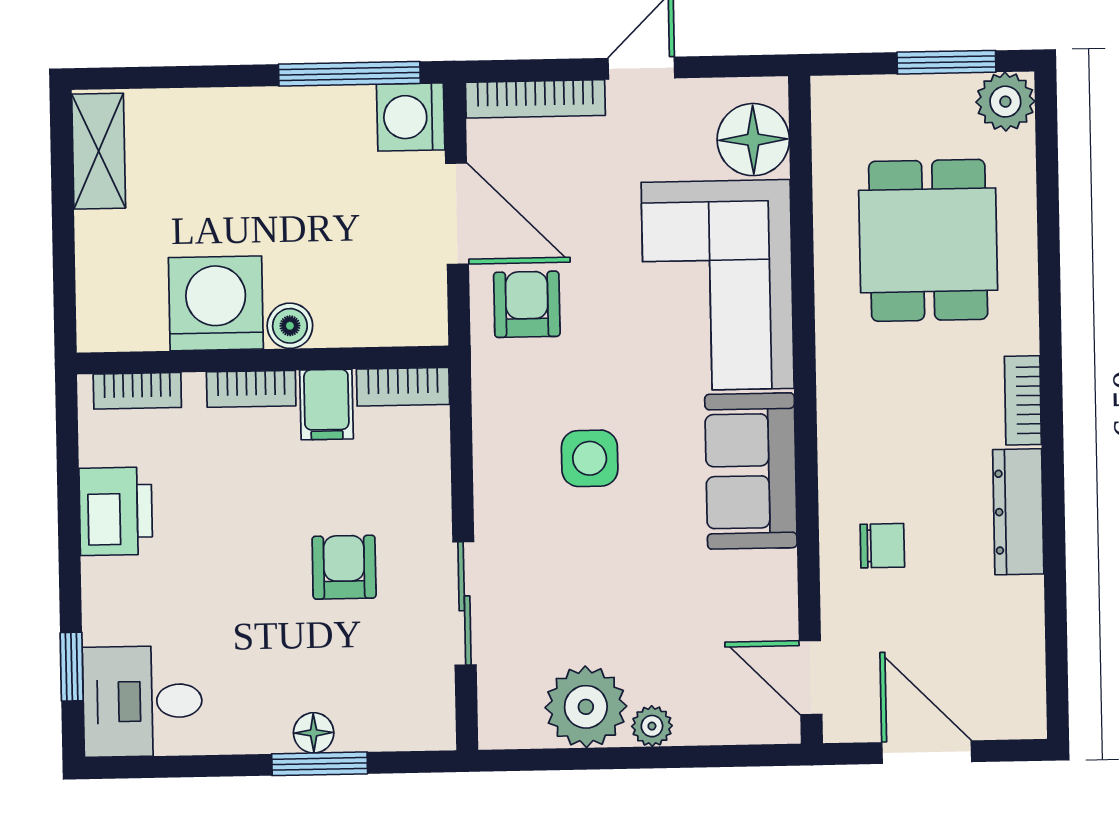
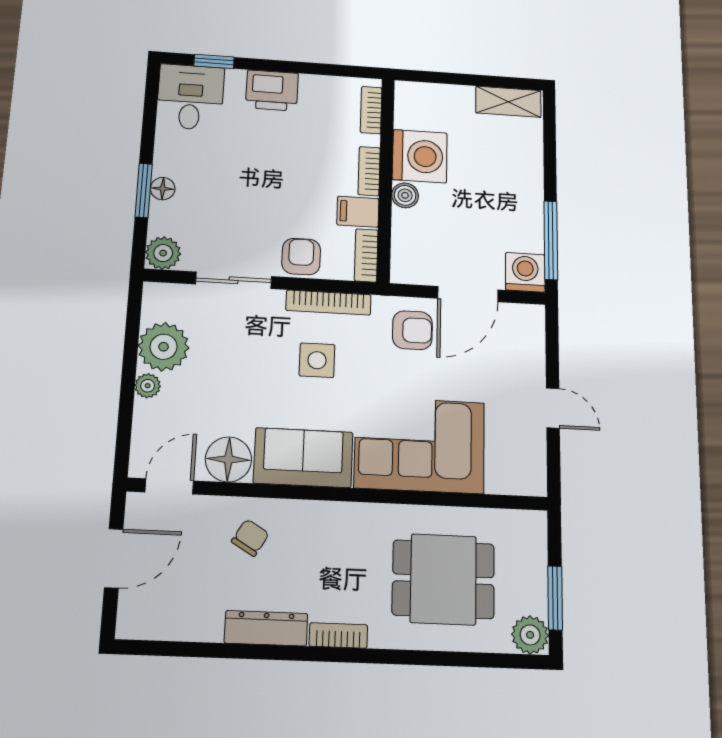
bookcase: (535, 99) -> (328, 303), moved, turned -90
floor lamp: (753, 140) -> (228, 459), moved
printer: (116, 511) -> (272, 90), moved
chair: (882, 546) -> (250, 538), turned -149
armchair: (344, 567) -> (301, 257), moved, turned -90
plant: (427, 722) -> (163, 253), added

